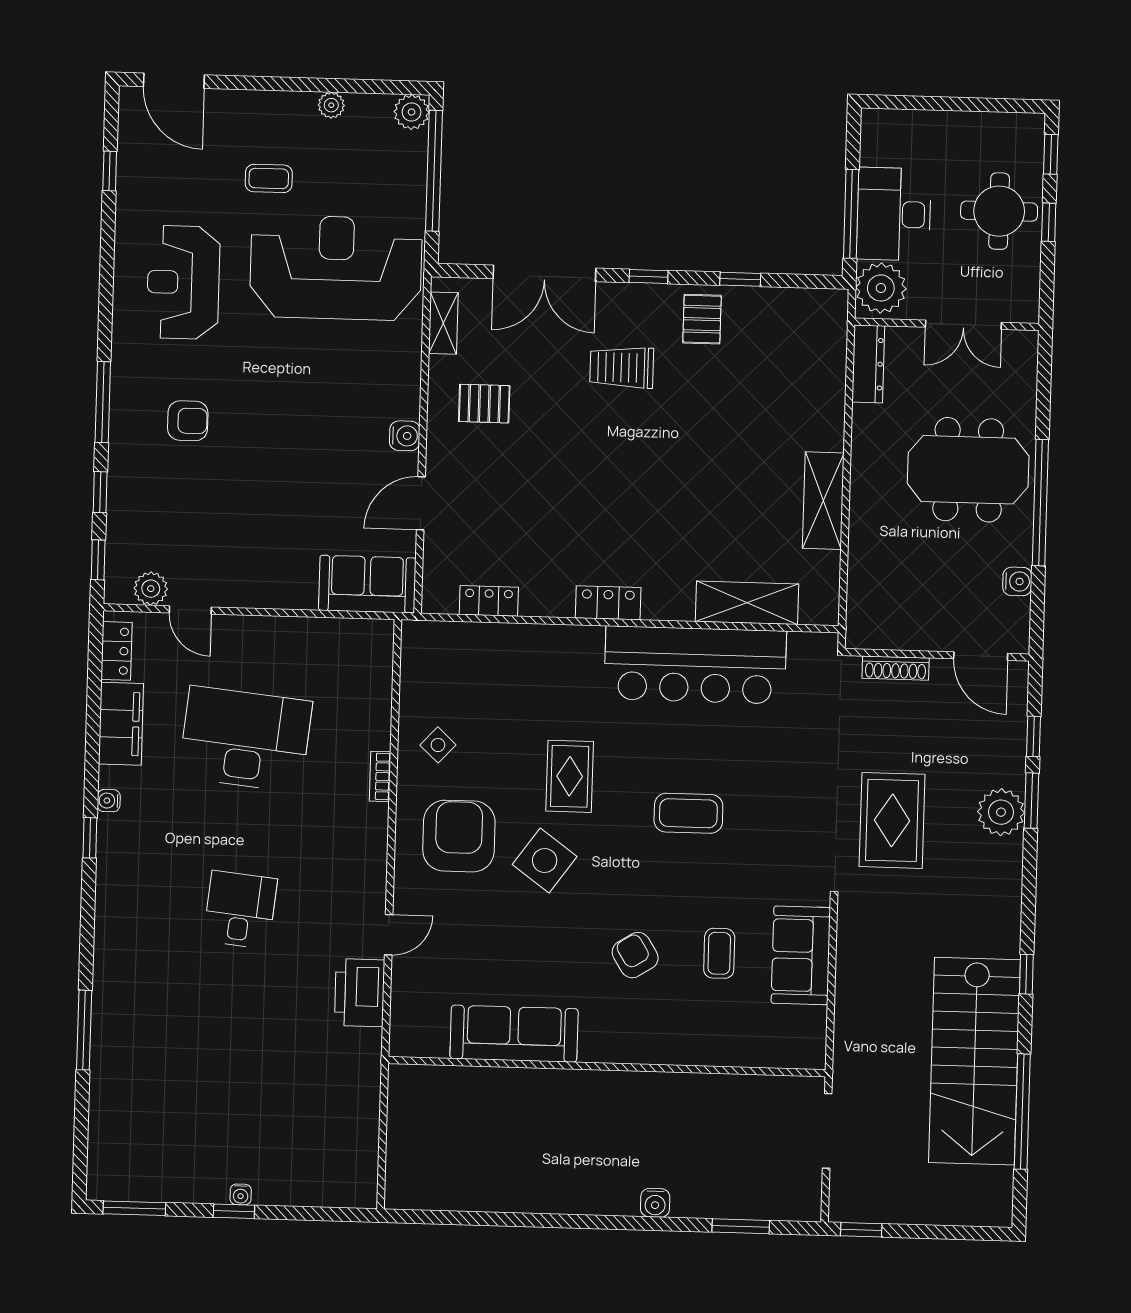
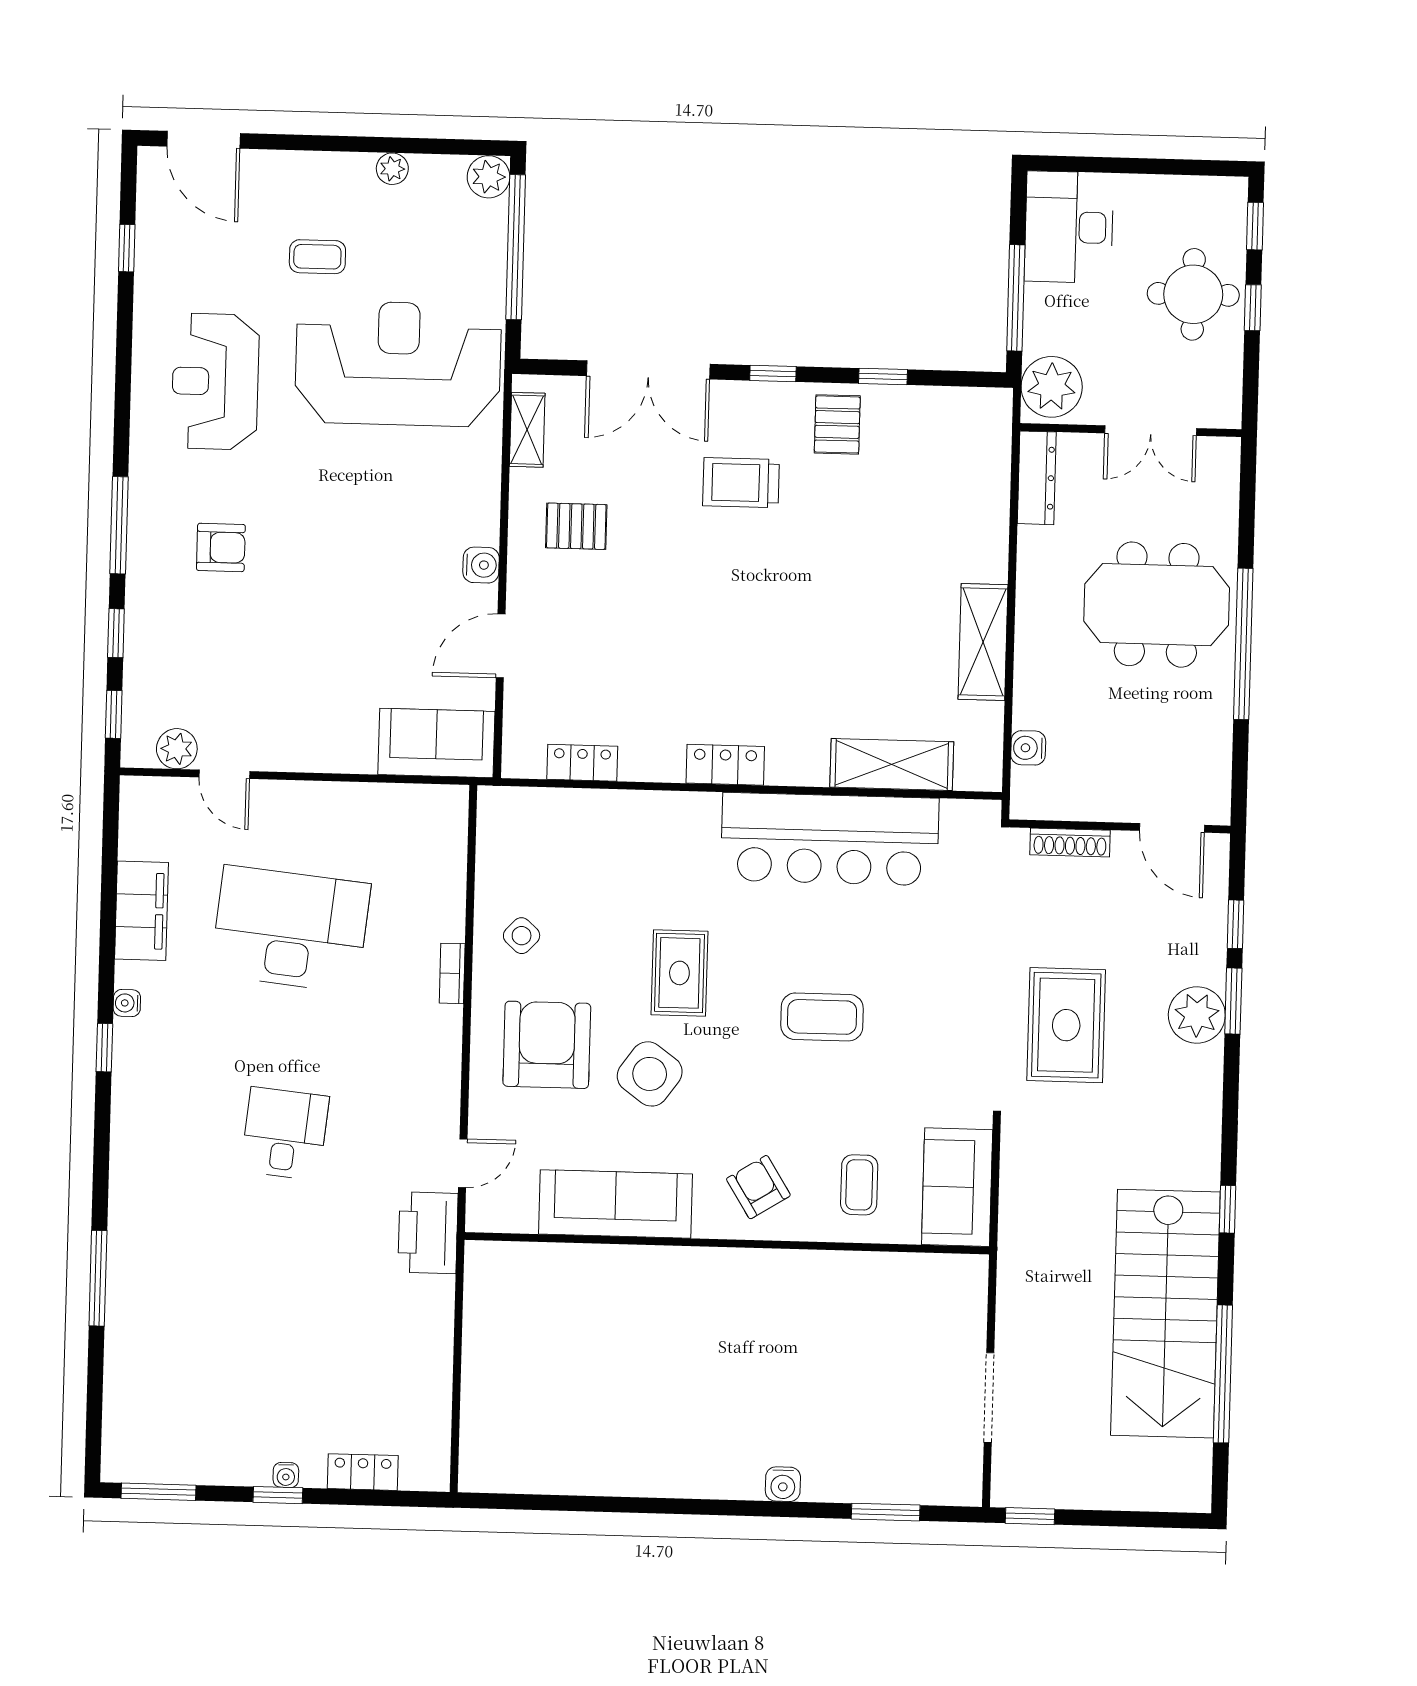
desk: (894, 214) -> (1069, 227), moved
water cooler: (1017, 581) -> (1028, 748), moved, turned 180
locker: (117, 651) -> (363, 1472), moved, turned -90
sofa: (514, 1034) -> (616, 1204), moved
wall: (607, 1067) -> (727, 1243), moved

